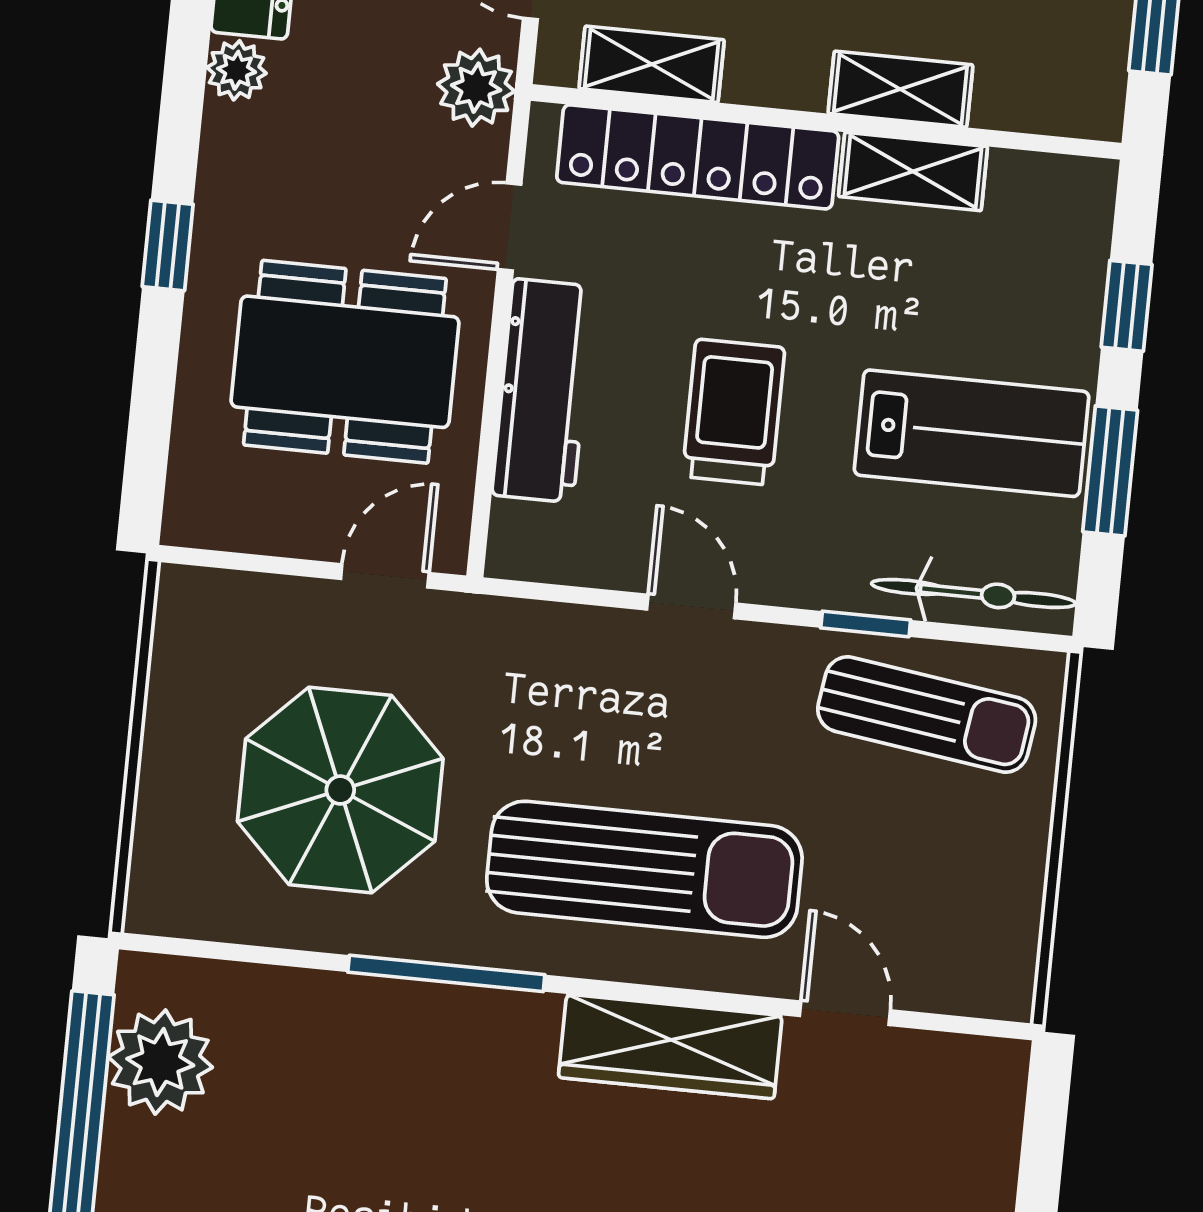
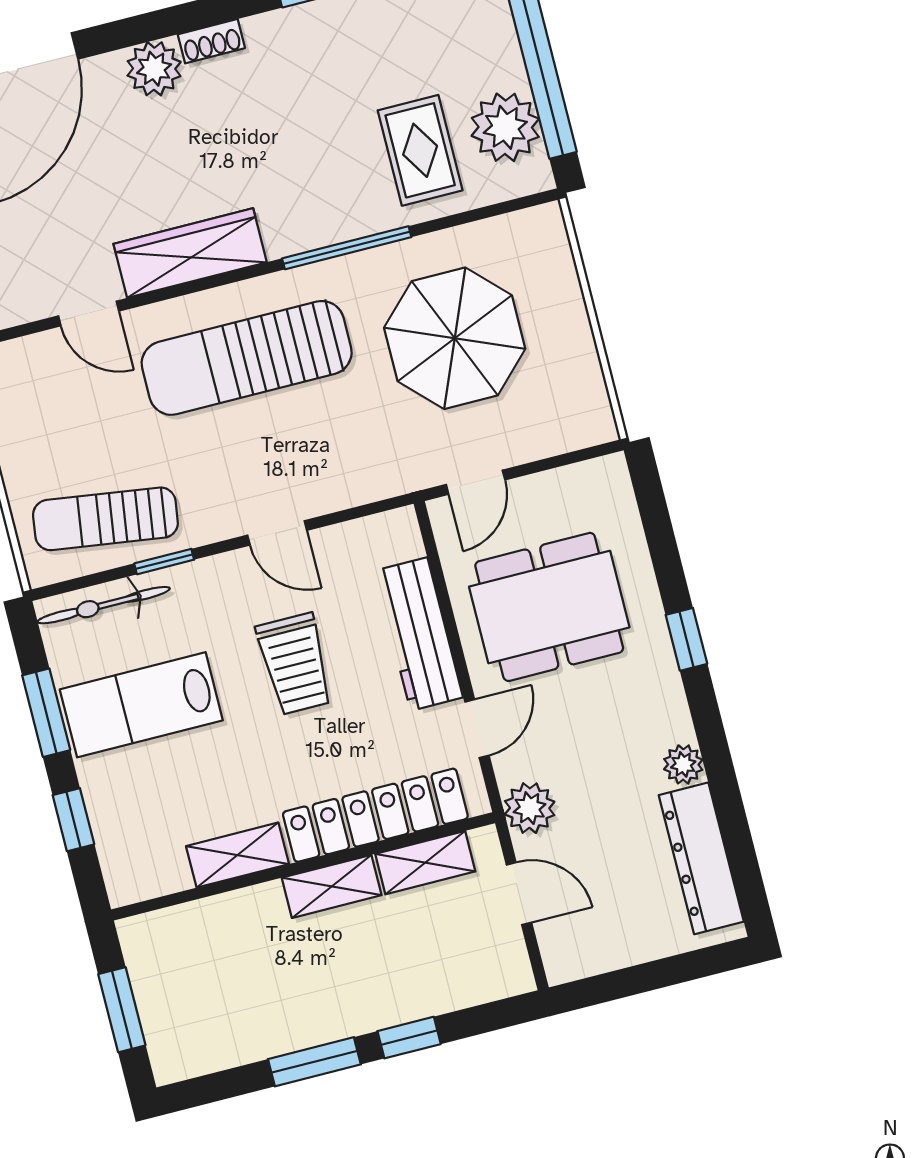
shelving: (900, 89) -> (332, 886), moved
rug: (293, 1073) -> (420, 150), added

